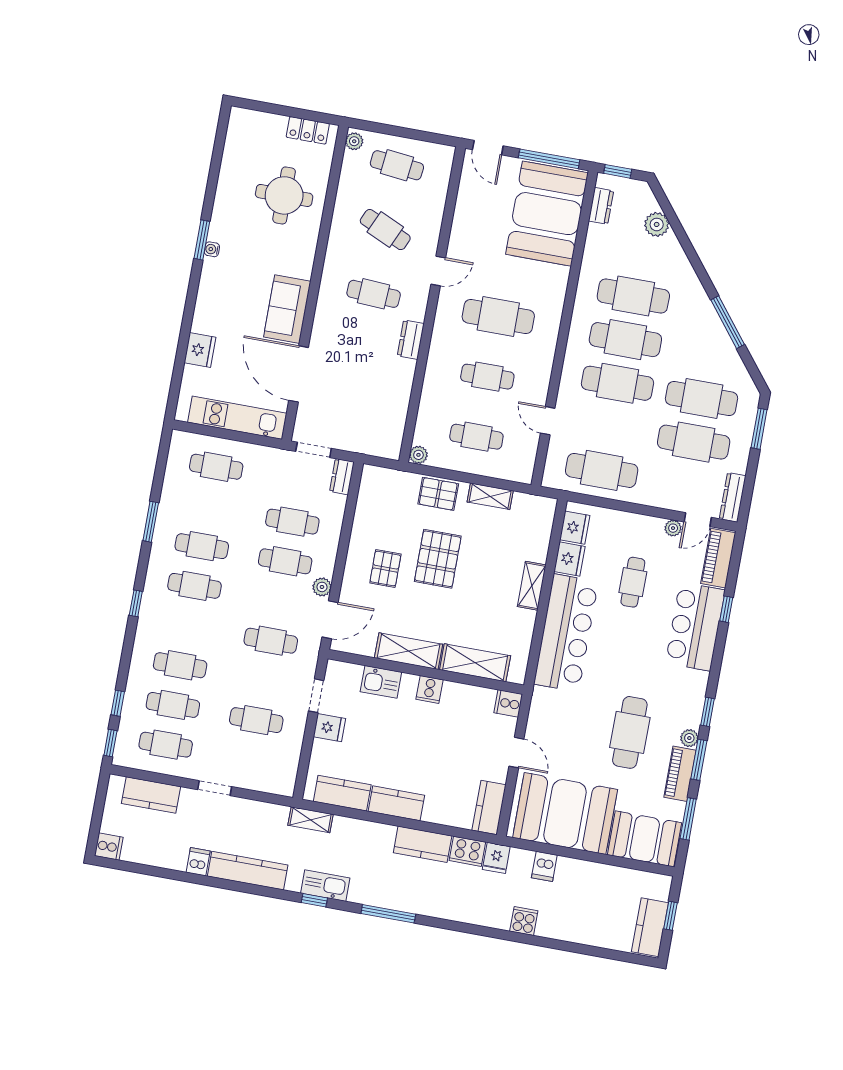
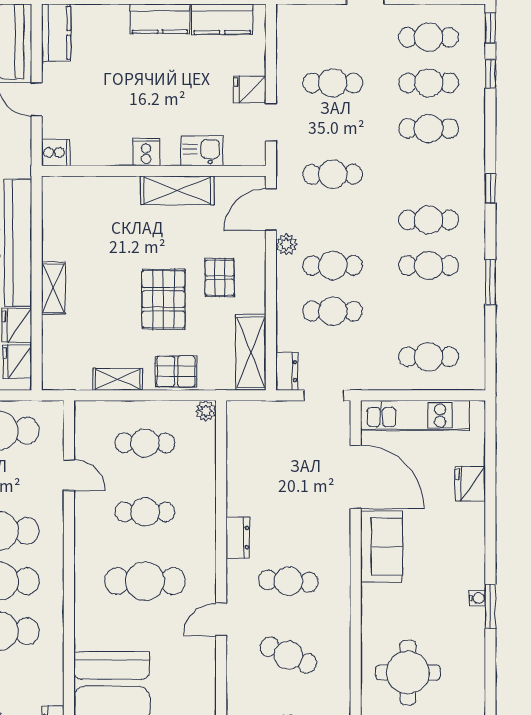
shelving: (475, 663) -> (251, 352), moved, turned 90

